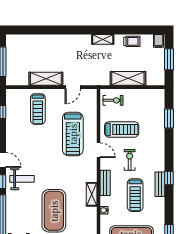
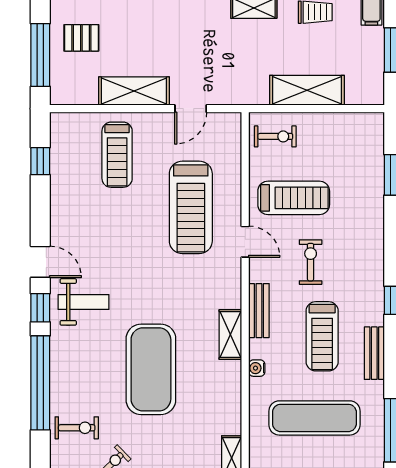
pallet: (21, 54) -> (81, 38), added
bench: (160, 184) -> (374, 353), moved

